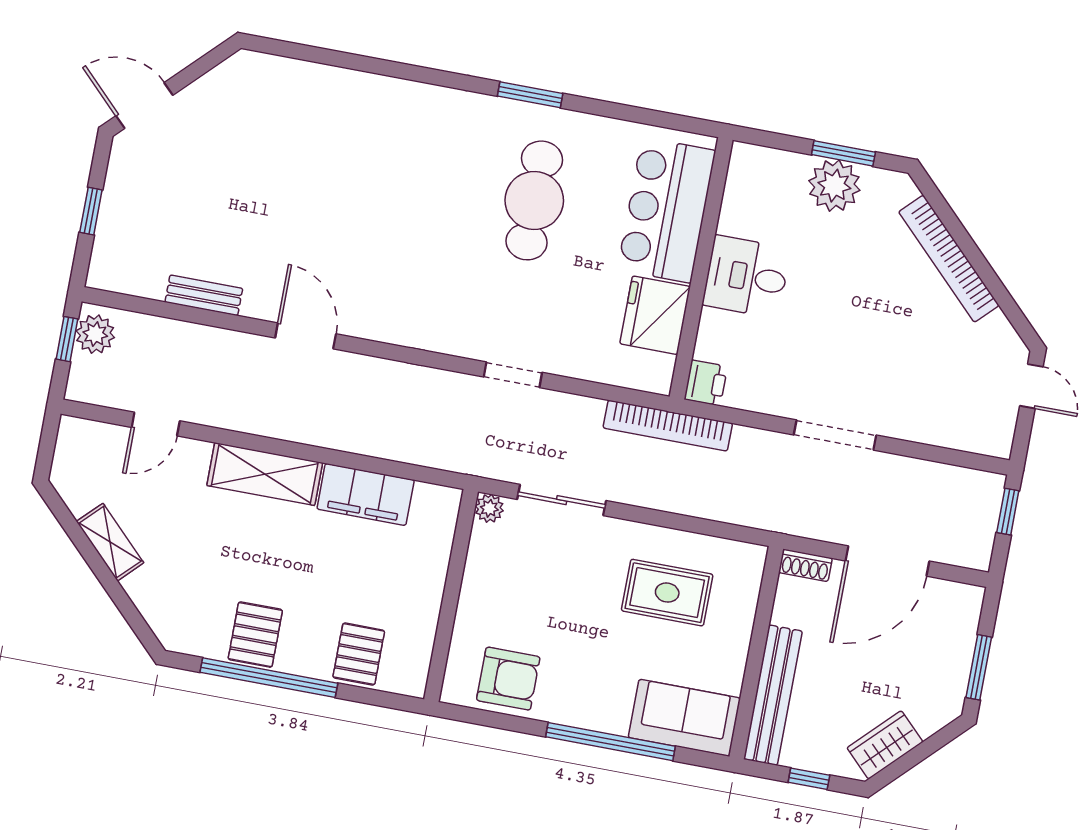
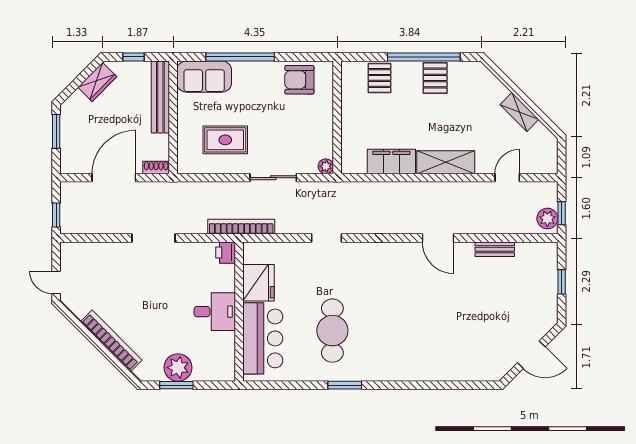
door: (144, 105) -> (531, 355), moved
sliding door: (562, 500) -> (273, 178), moved

